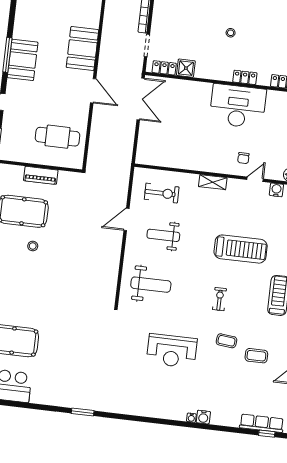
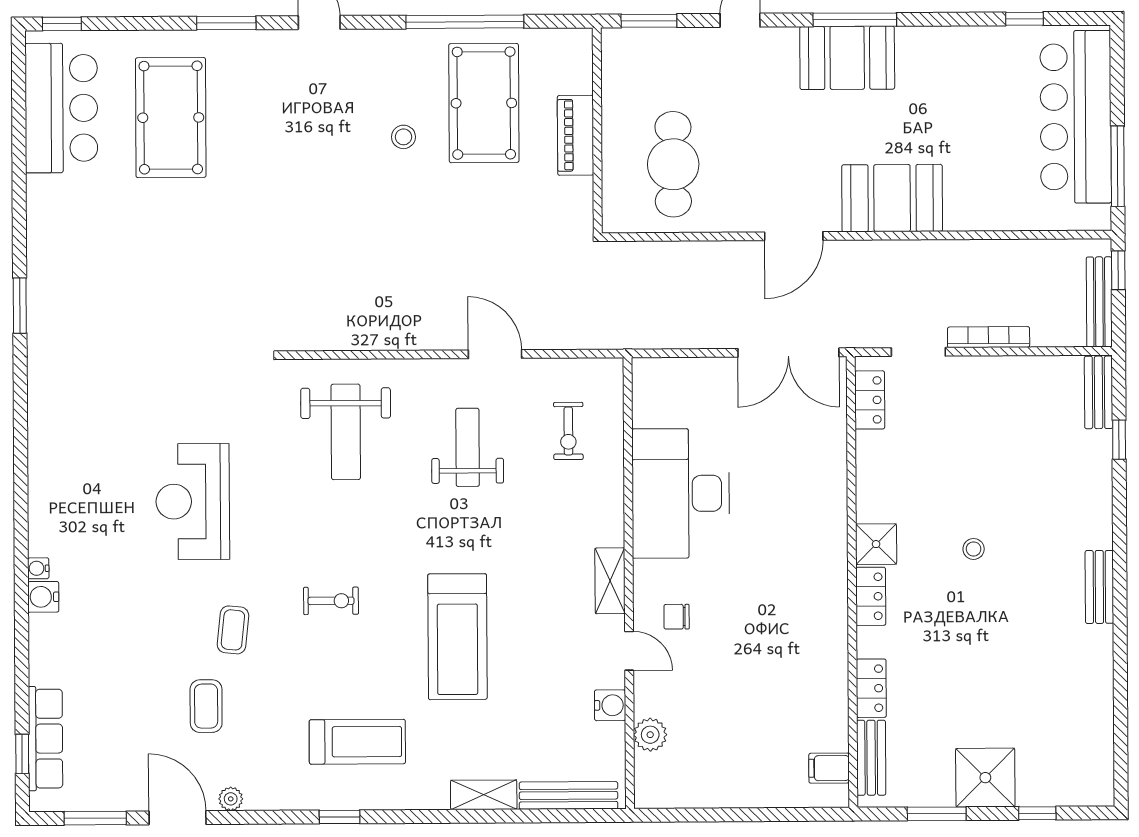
shower: (186, 68) -> (876, 544), moved
desk: (238, 106) -> (681, 493), moved, turned 180
shelving: (213, 182) -> (610, 581), moved
exercise bike: (162, 193) -> (568, 431), width x0.73, depth x0.72

